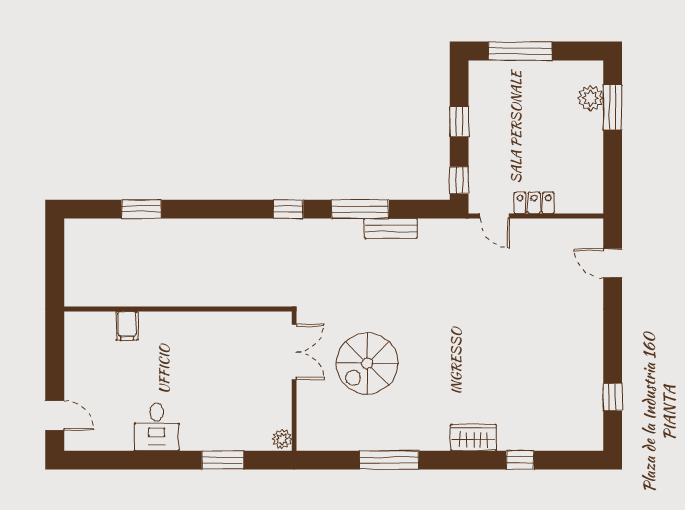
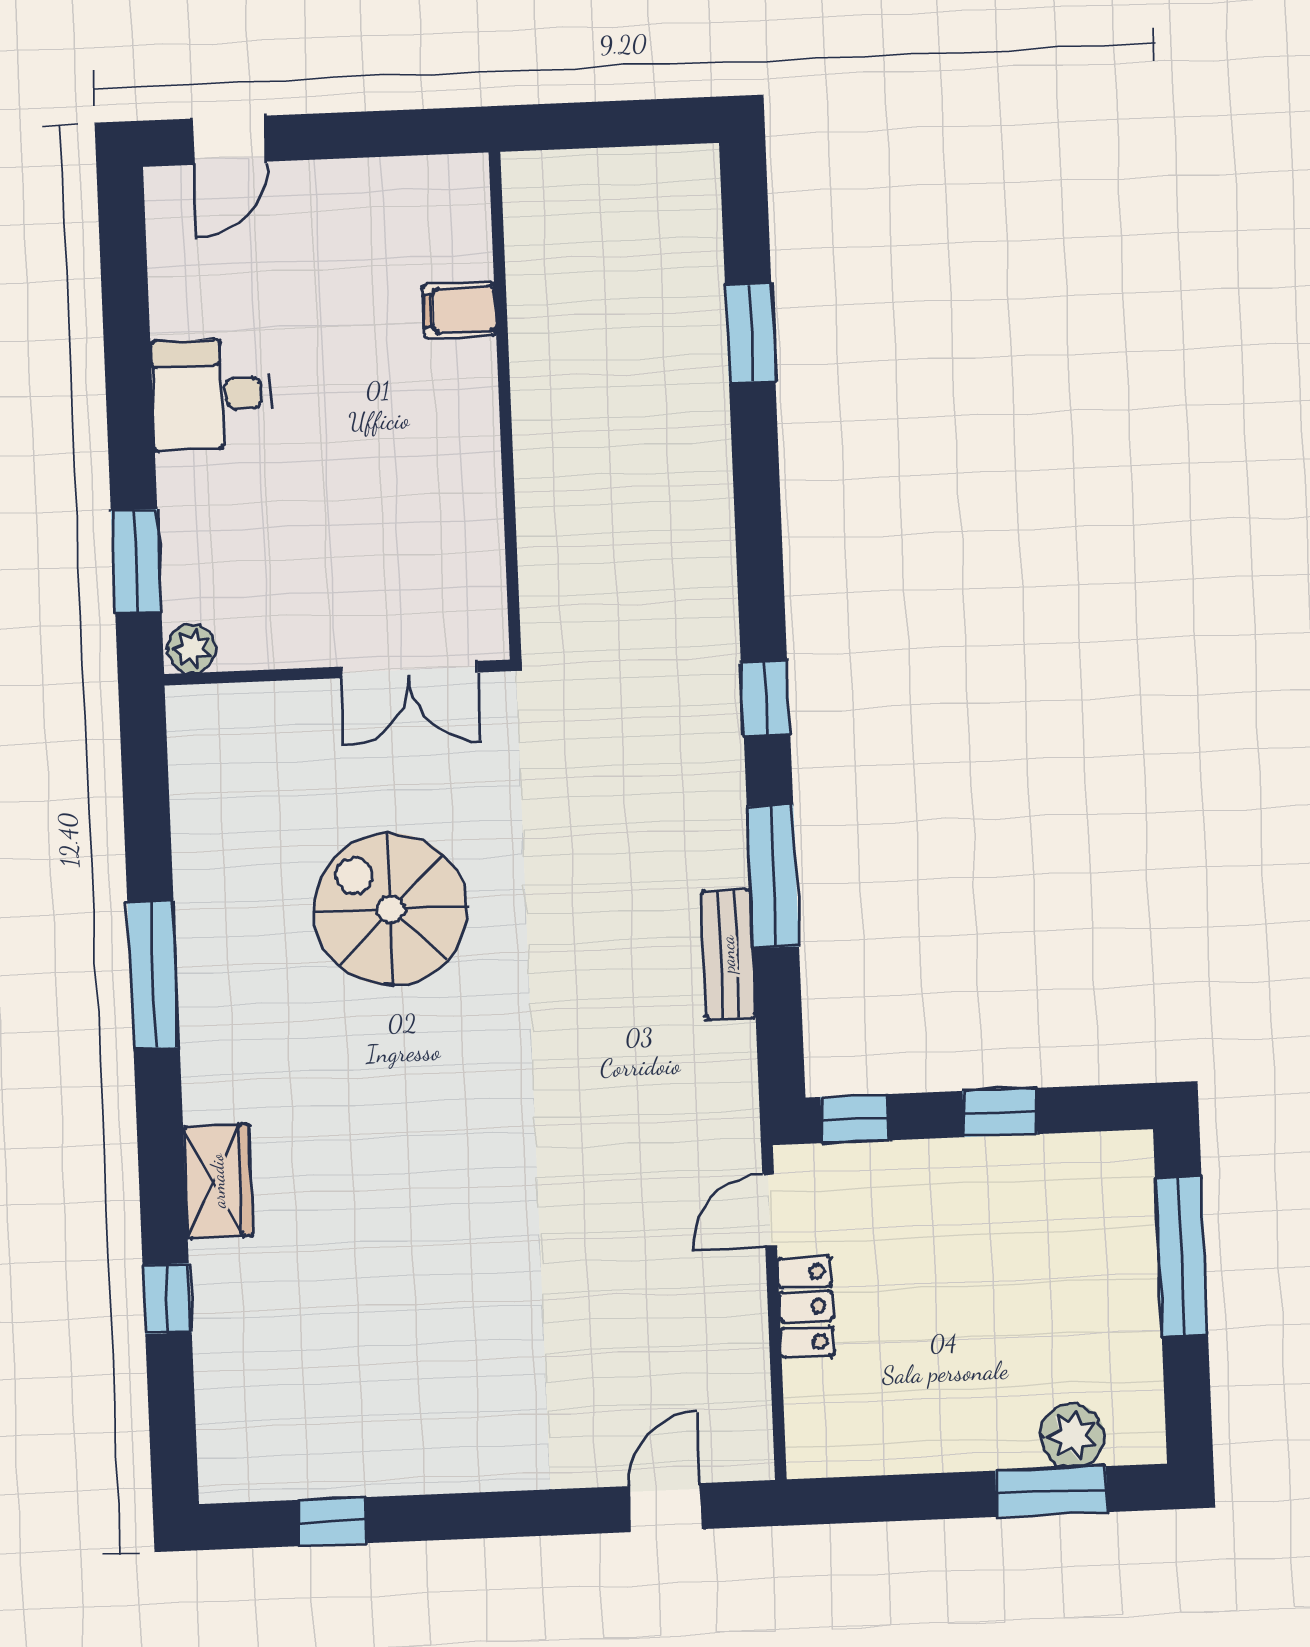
double door: (294, 352) -> (409, 670), moved
wall: (294, 381) -> (337, 673), moved
plant: (282, 439) -> (192, 649), moved

